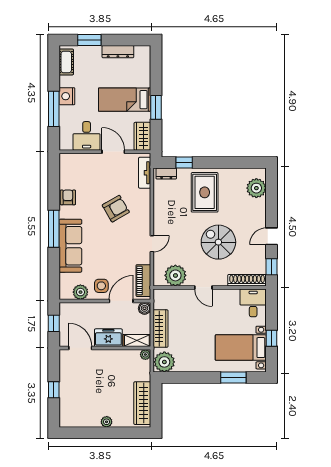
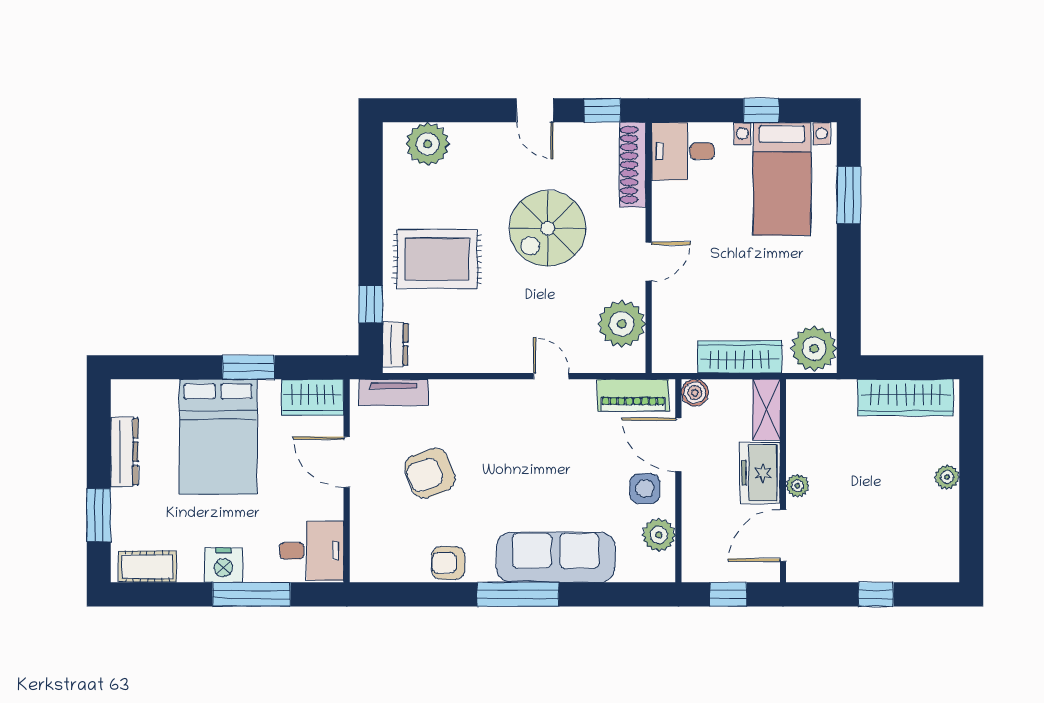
bed: (125, 100) -> (218, 437), width x1.50
desk: (87, 136) -> (312, 551), moved
door: (113, 152) -> (347, 462), hinge flipped
armchair: (116, 209) -> (430, 473), moved, turned -81
plant: (145, 355) -> (797, 486), moved

